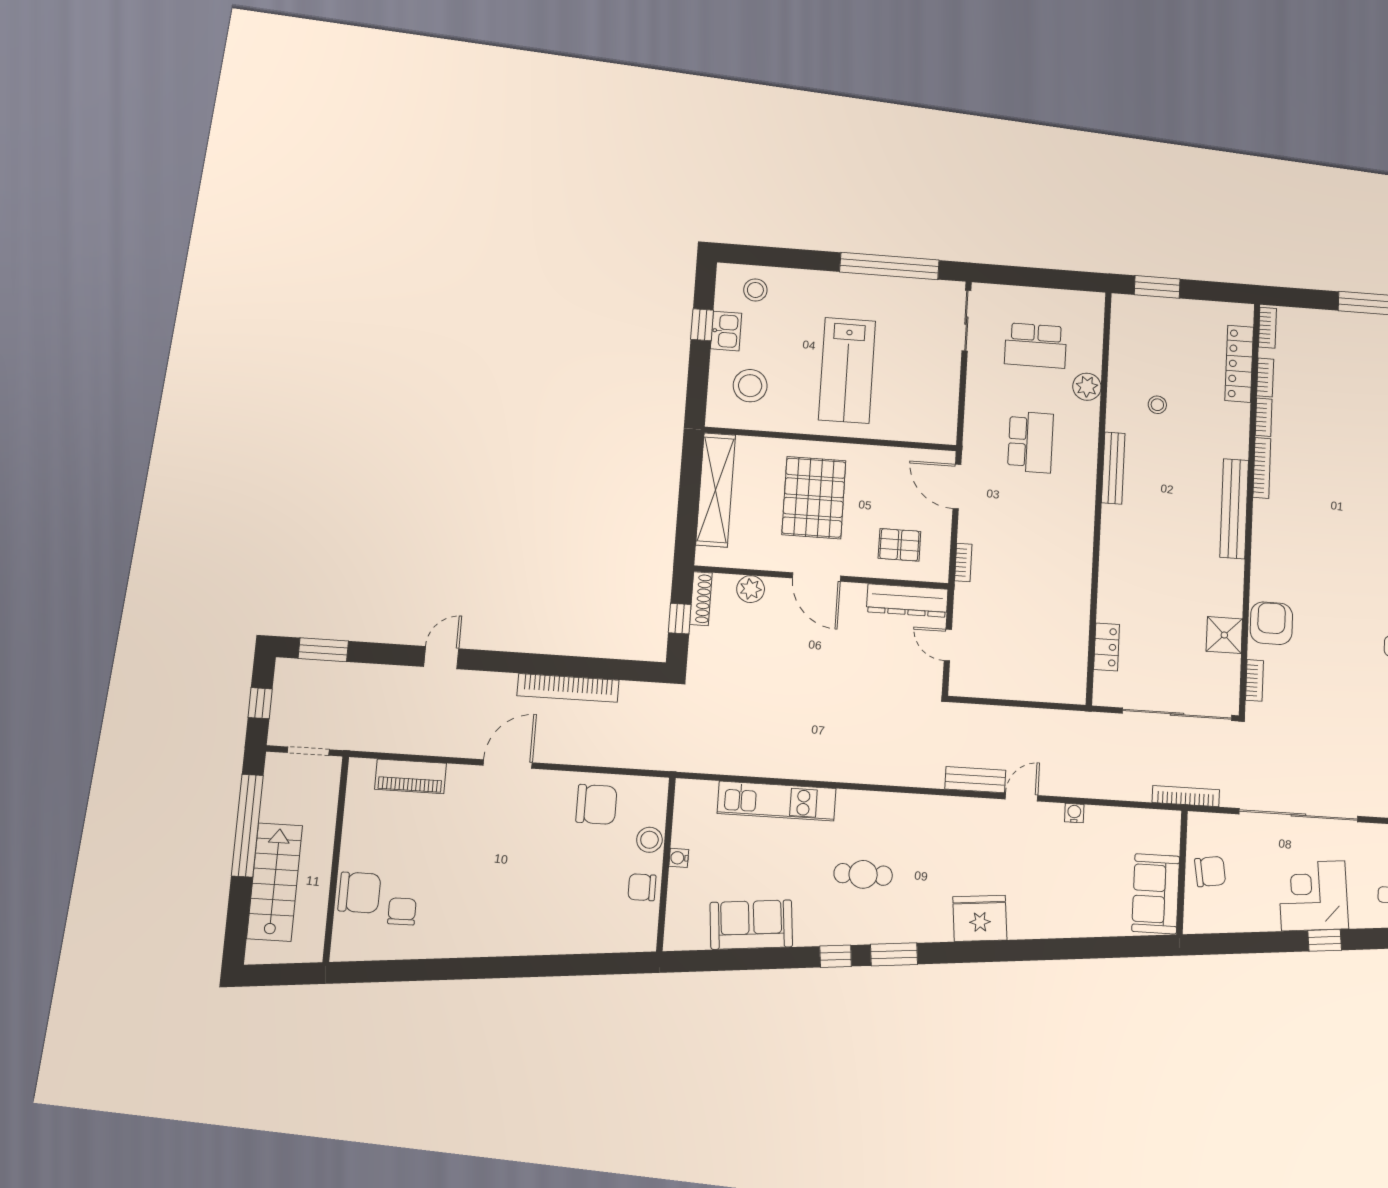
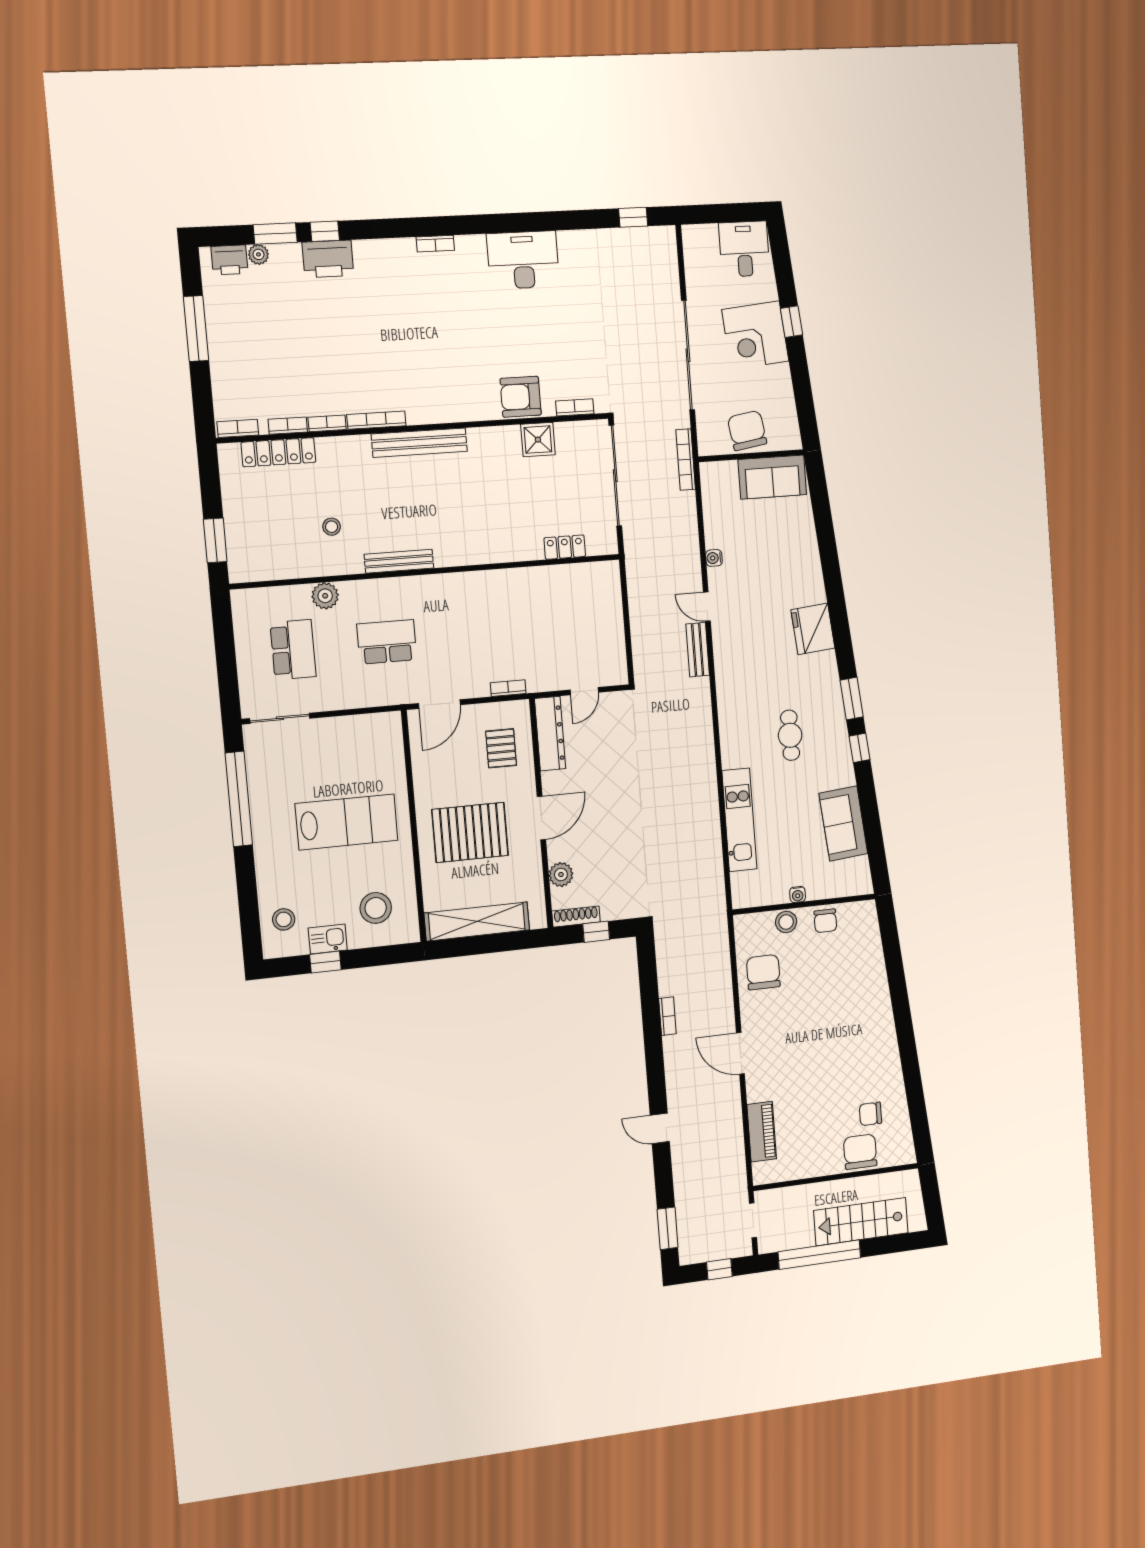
bookcase: (568, 688) -> (667, 1016), width x0.43, depth x0.76
chair: (1210, 872) -> (747, 430), width x1.37, depth x1.37

